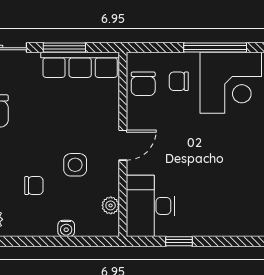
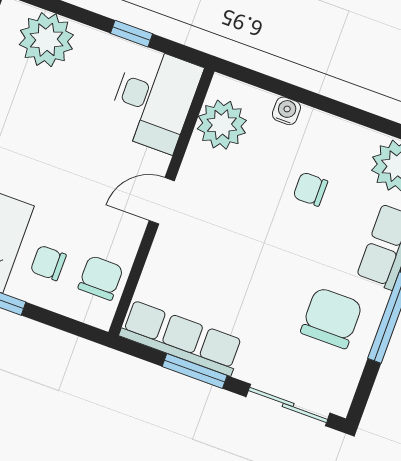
chair: (179, 81) -> (48, 263), turned 180
side table: (75, 165) -> (240, 197), removed
plant: (111, 205) -> (222, 125), width x1.88, depth x1.88
plant: (230, 218) -> (46, 40), added

